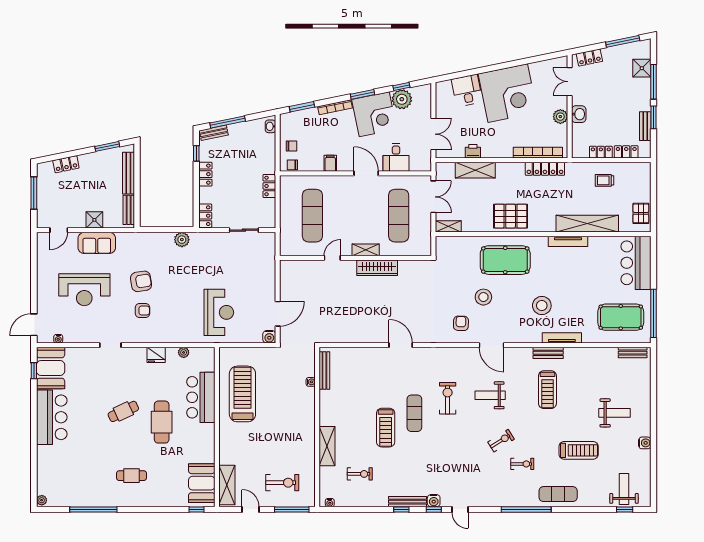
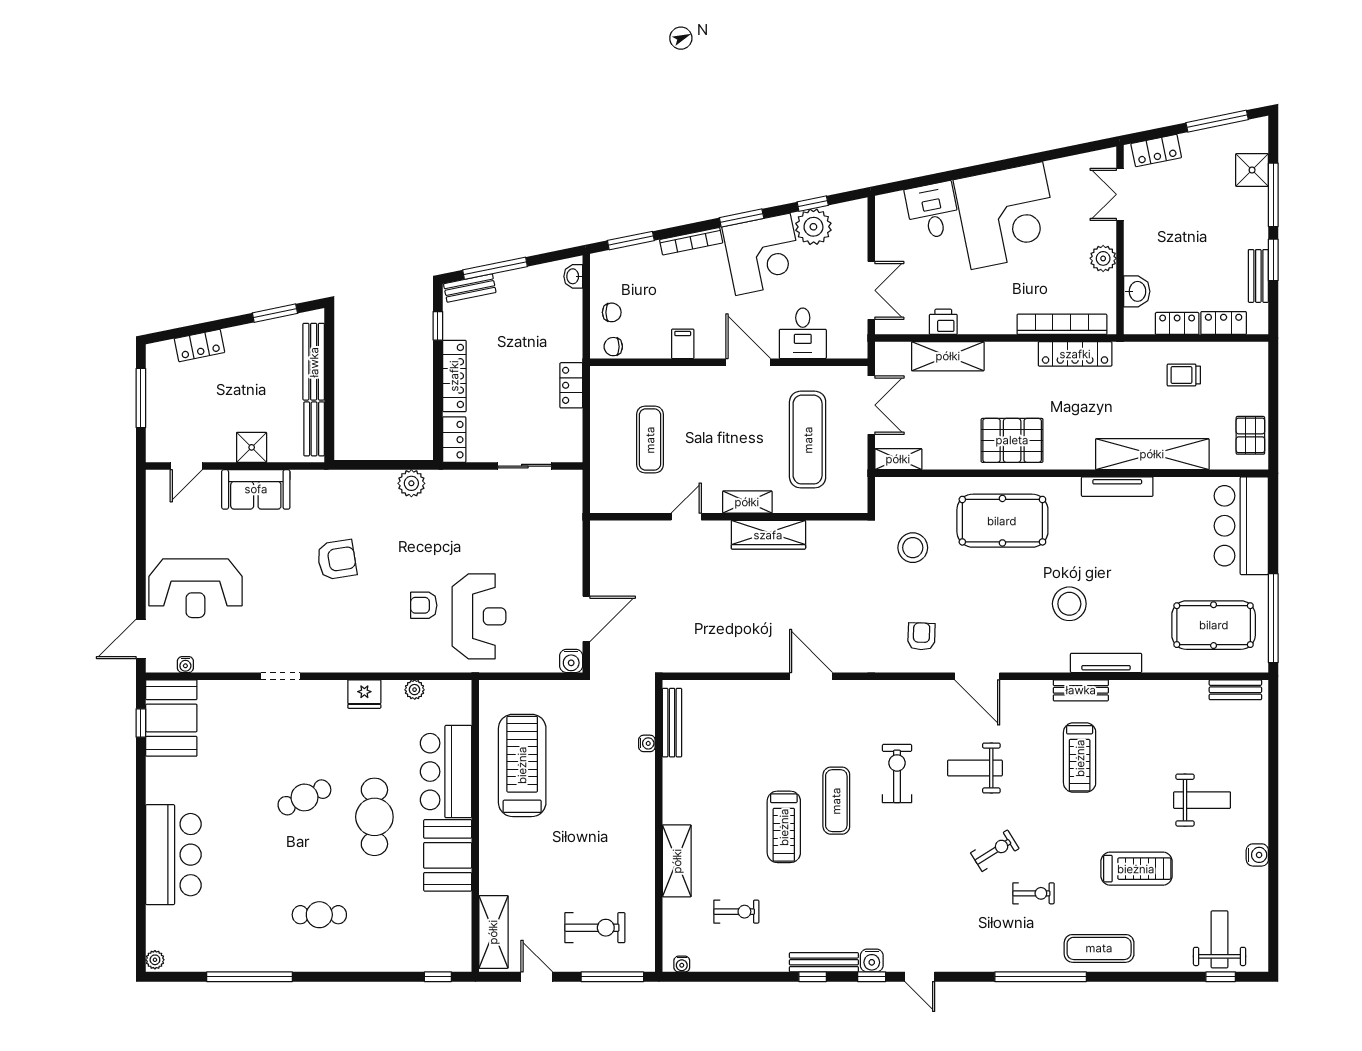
washbasin: (579, 114) -> (1137, 291), moved
locker: (205, 174) -> (454, 376), width x1.53
exercise mat: (312, 216) -> (650, 440), width x0.73, depth x0.69
reception desk: (84, 290) -> (195, 588), moved
stool: (483, 297) -> (913, 548), moved
armchair: (142, 310) -> (424, 605), moved, turned 180
bar counter: (52, 417) -> (173, 855), moved
booth: (202, 483) -> (448, 855), moved

